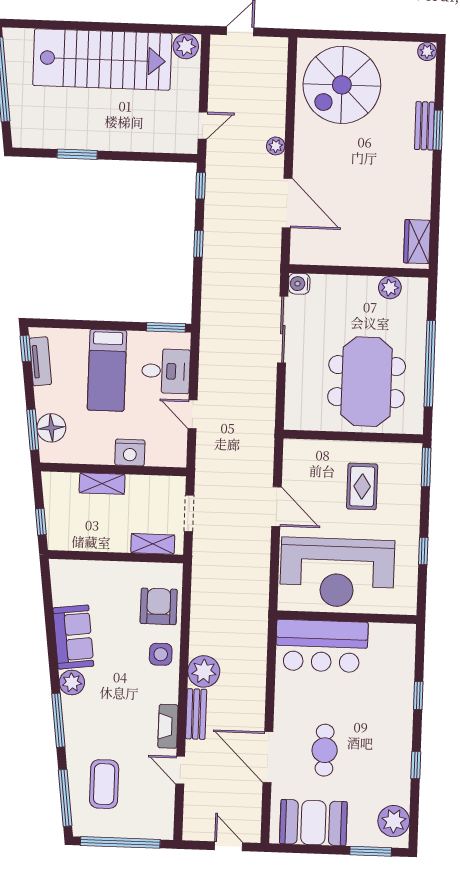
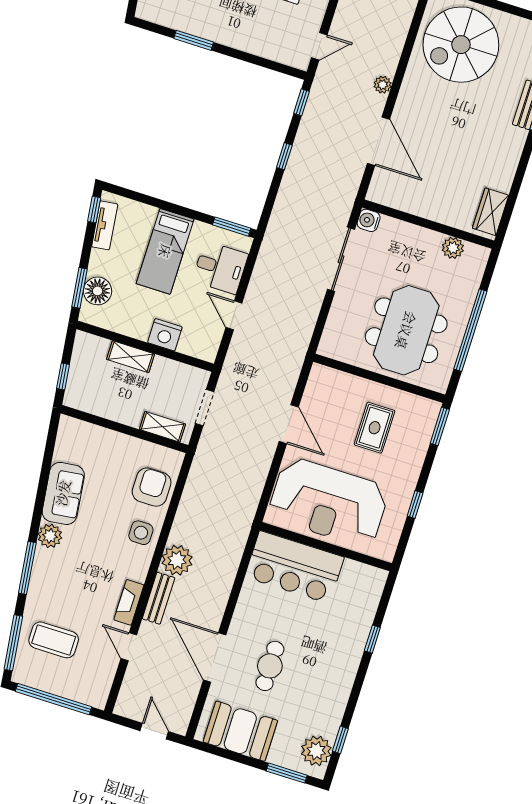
window: (416, 765) -> (340, 740), moved
coffee table: (104, 784) -> (54, 640), turned 90

